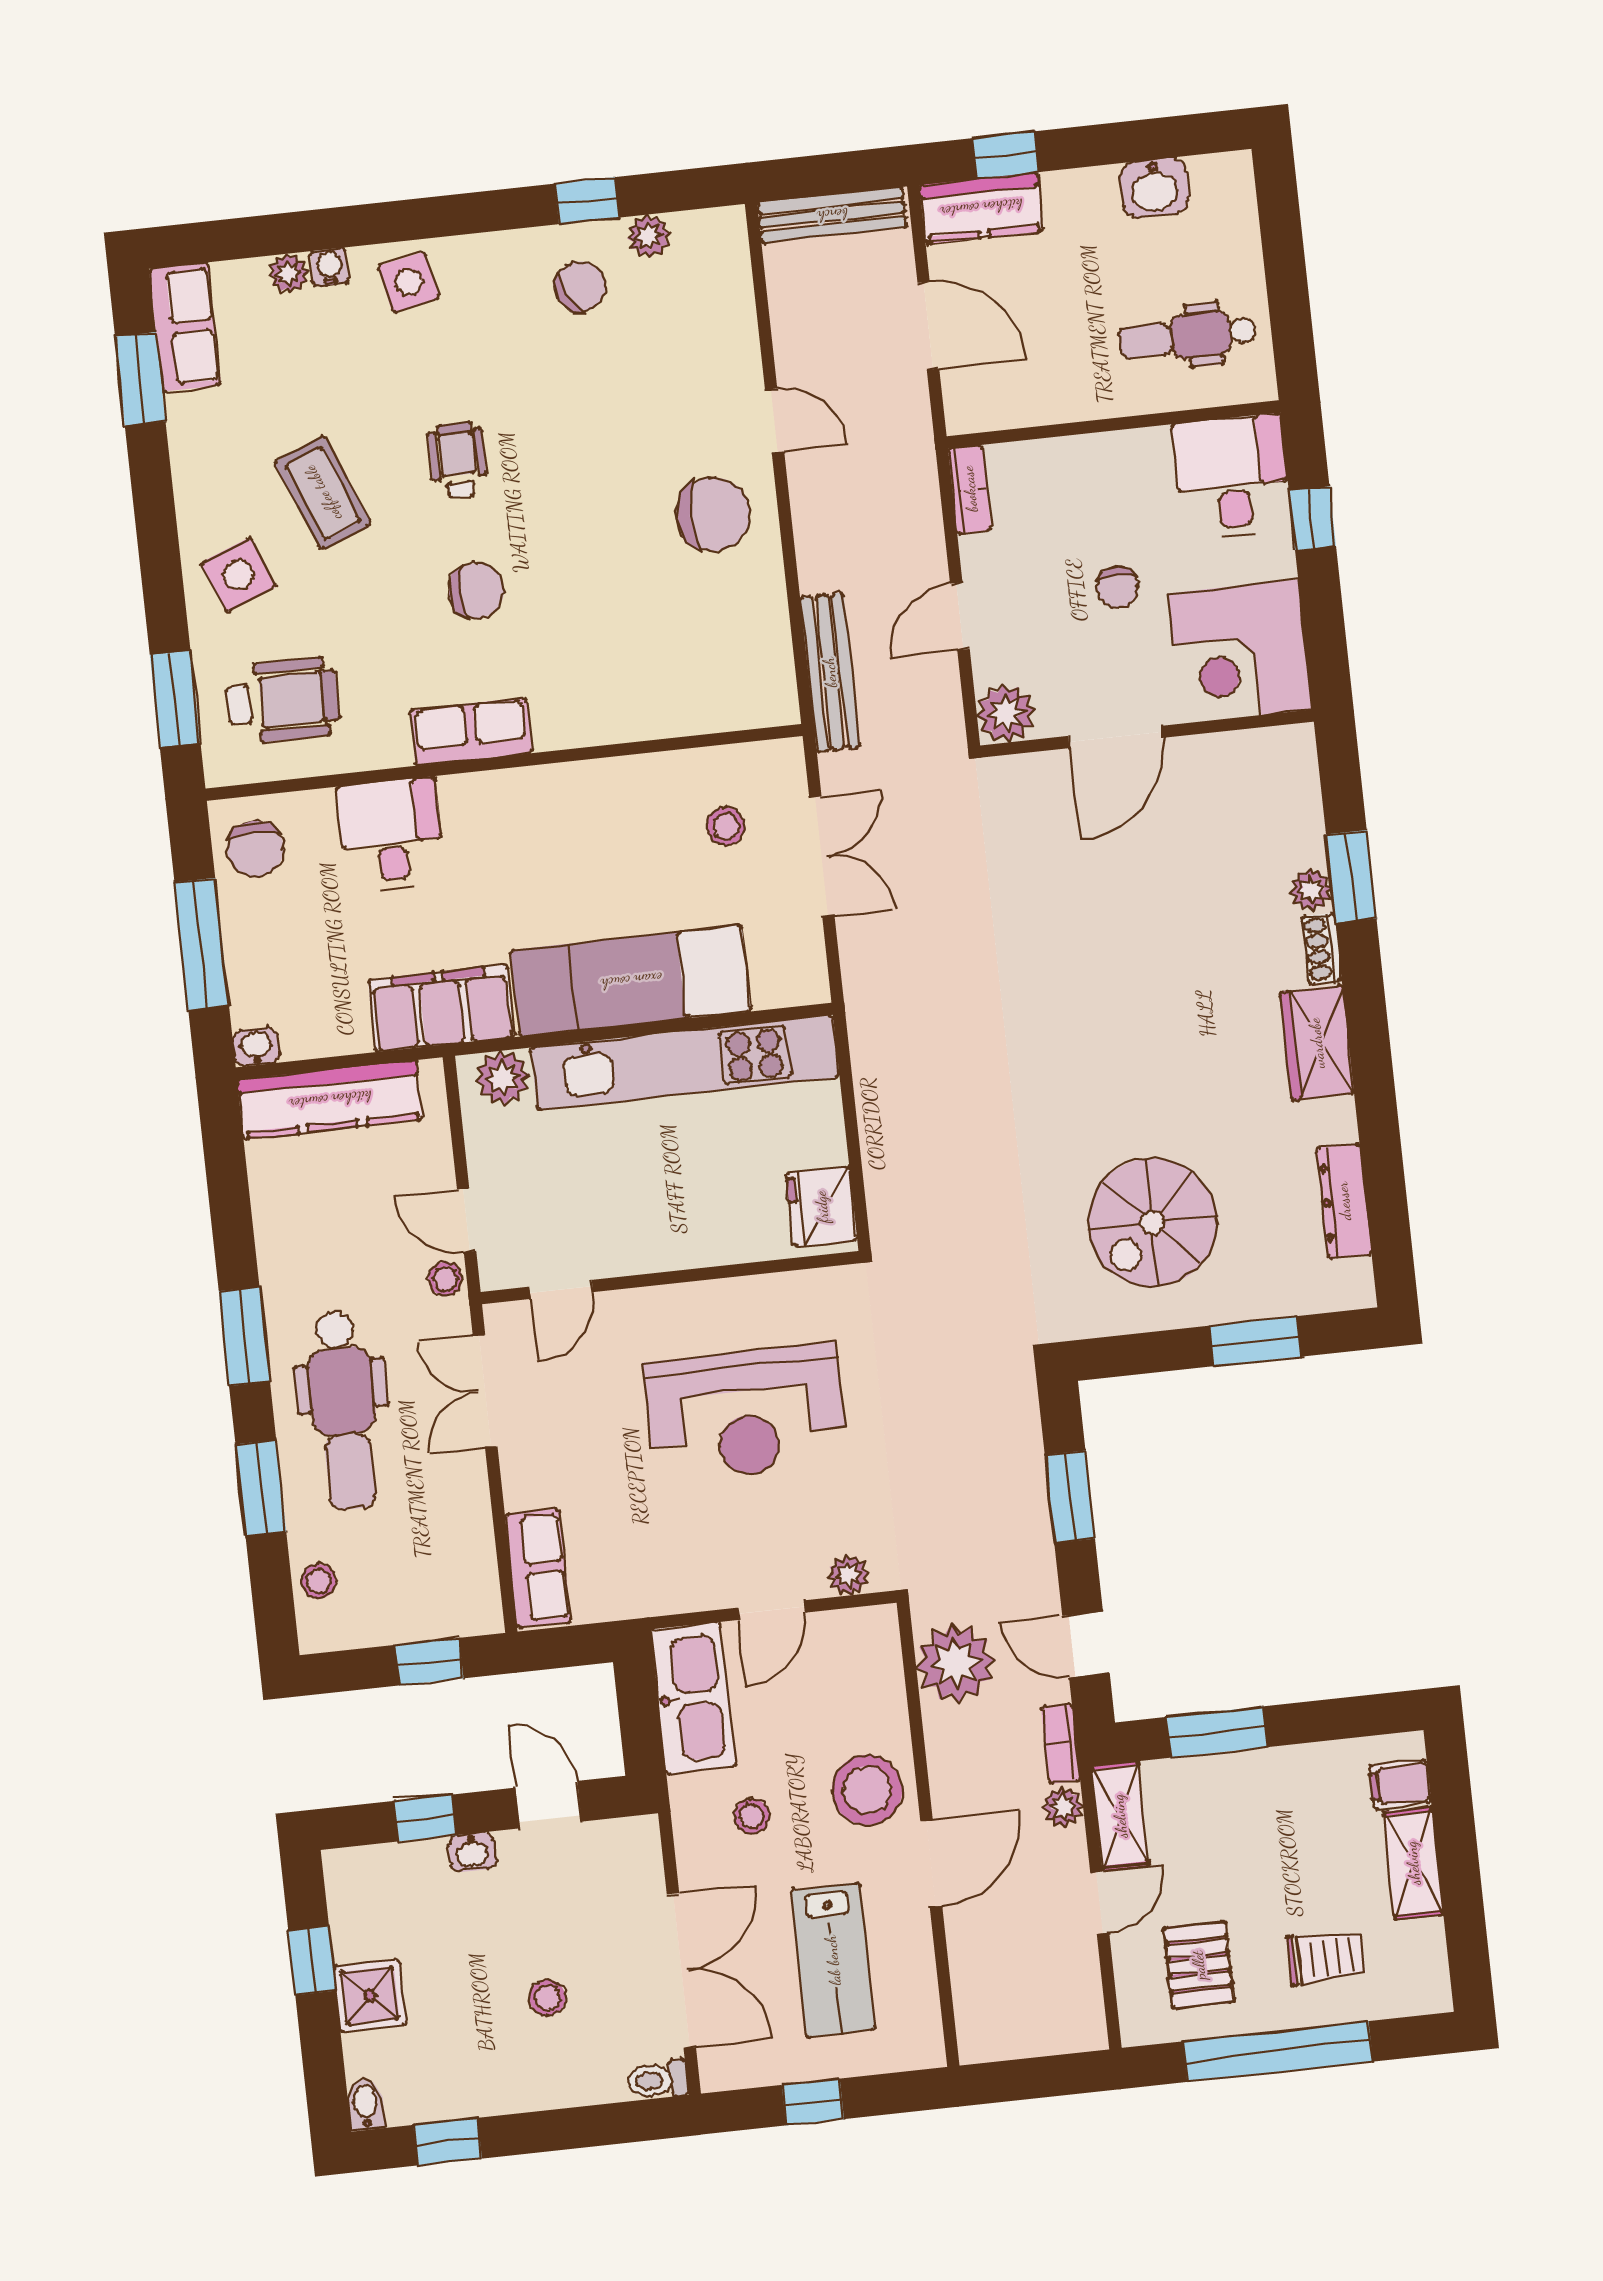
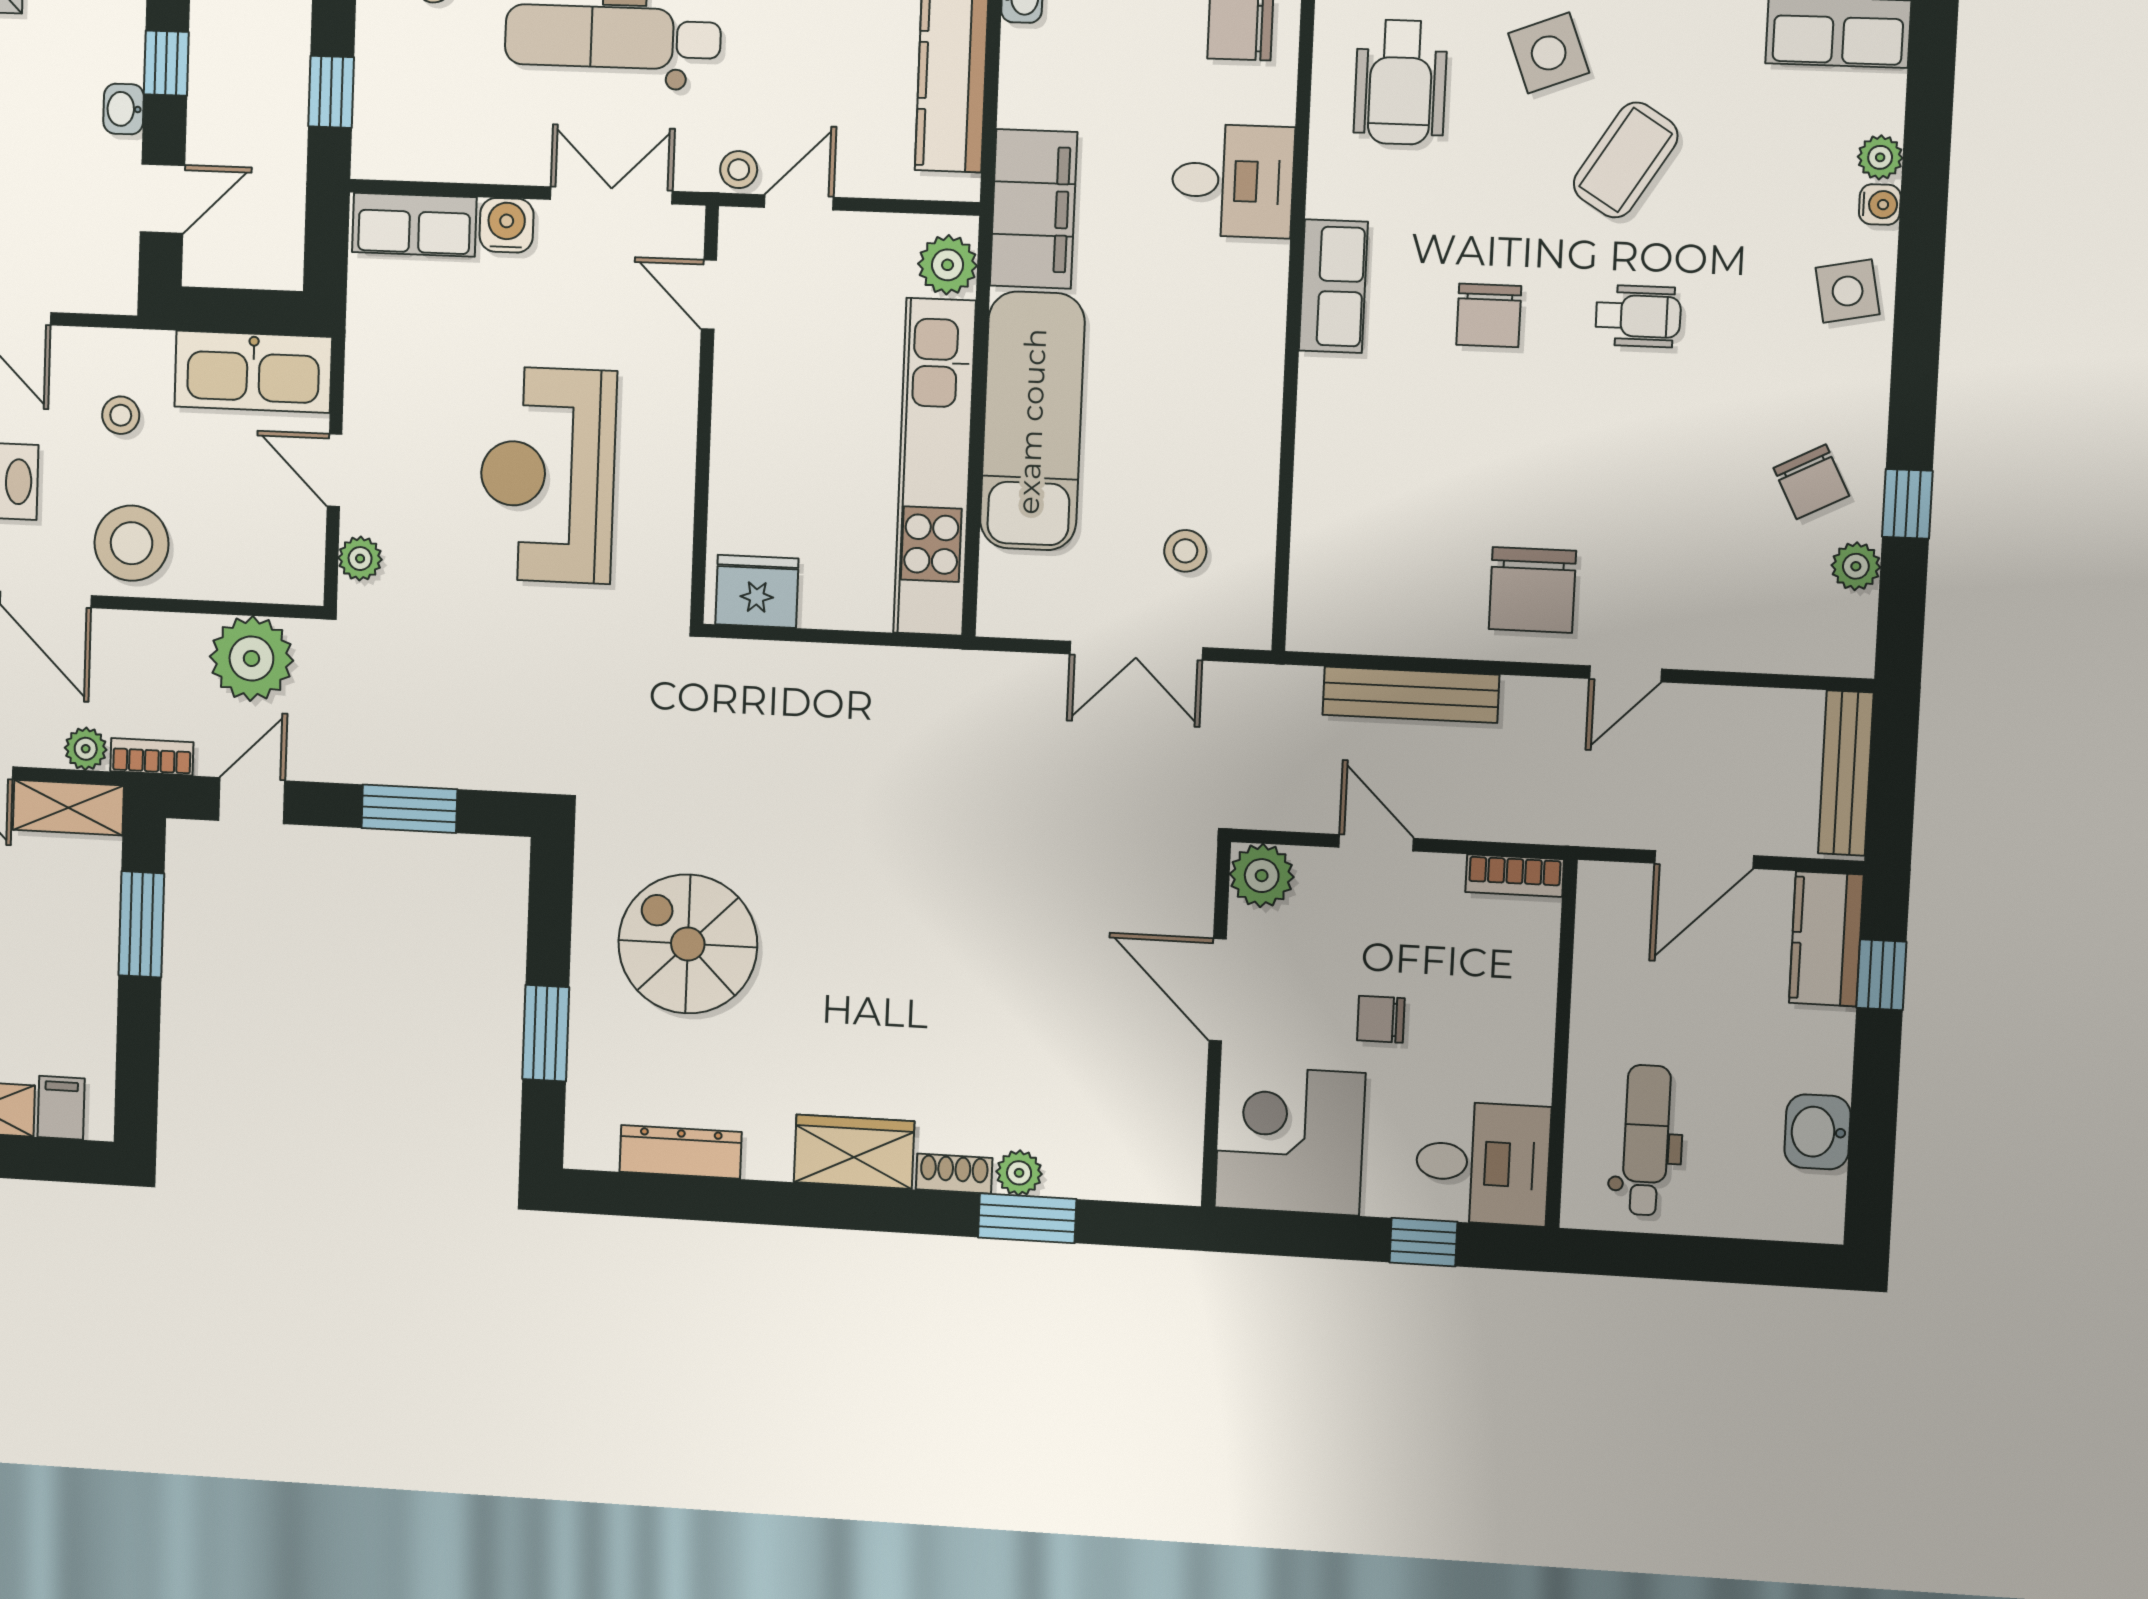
coffee table: (323, 493) -> (1626, 160), turned -36
bench: (830, 672) -> (1411, 695), moved
water cooler: (526, 1483) -> (507, 225), added

